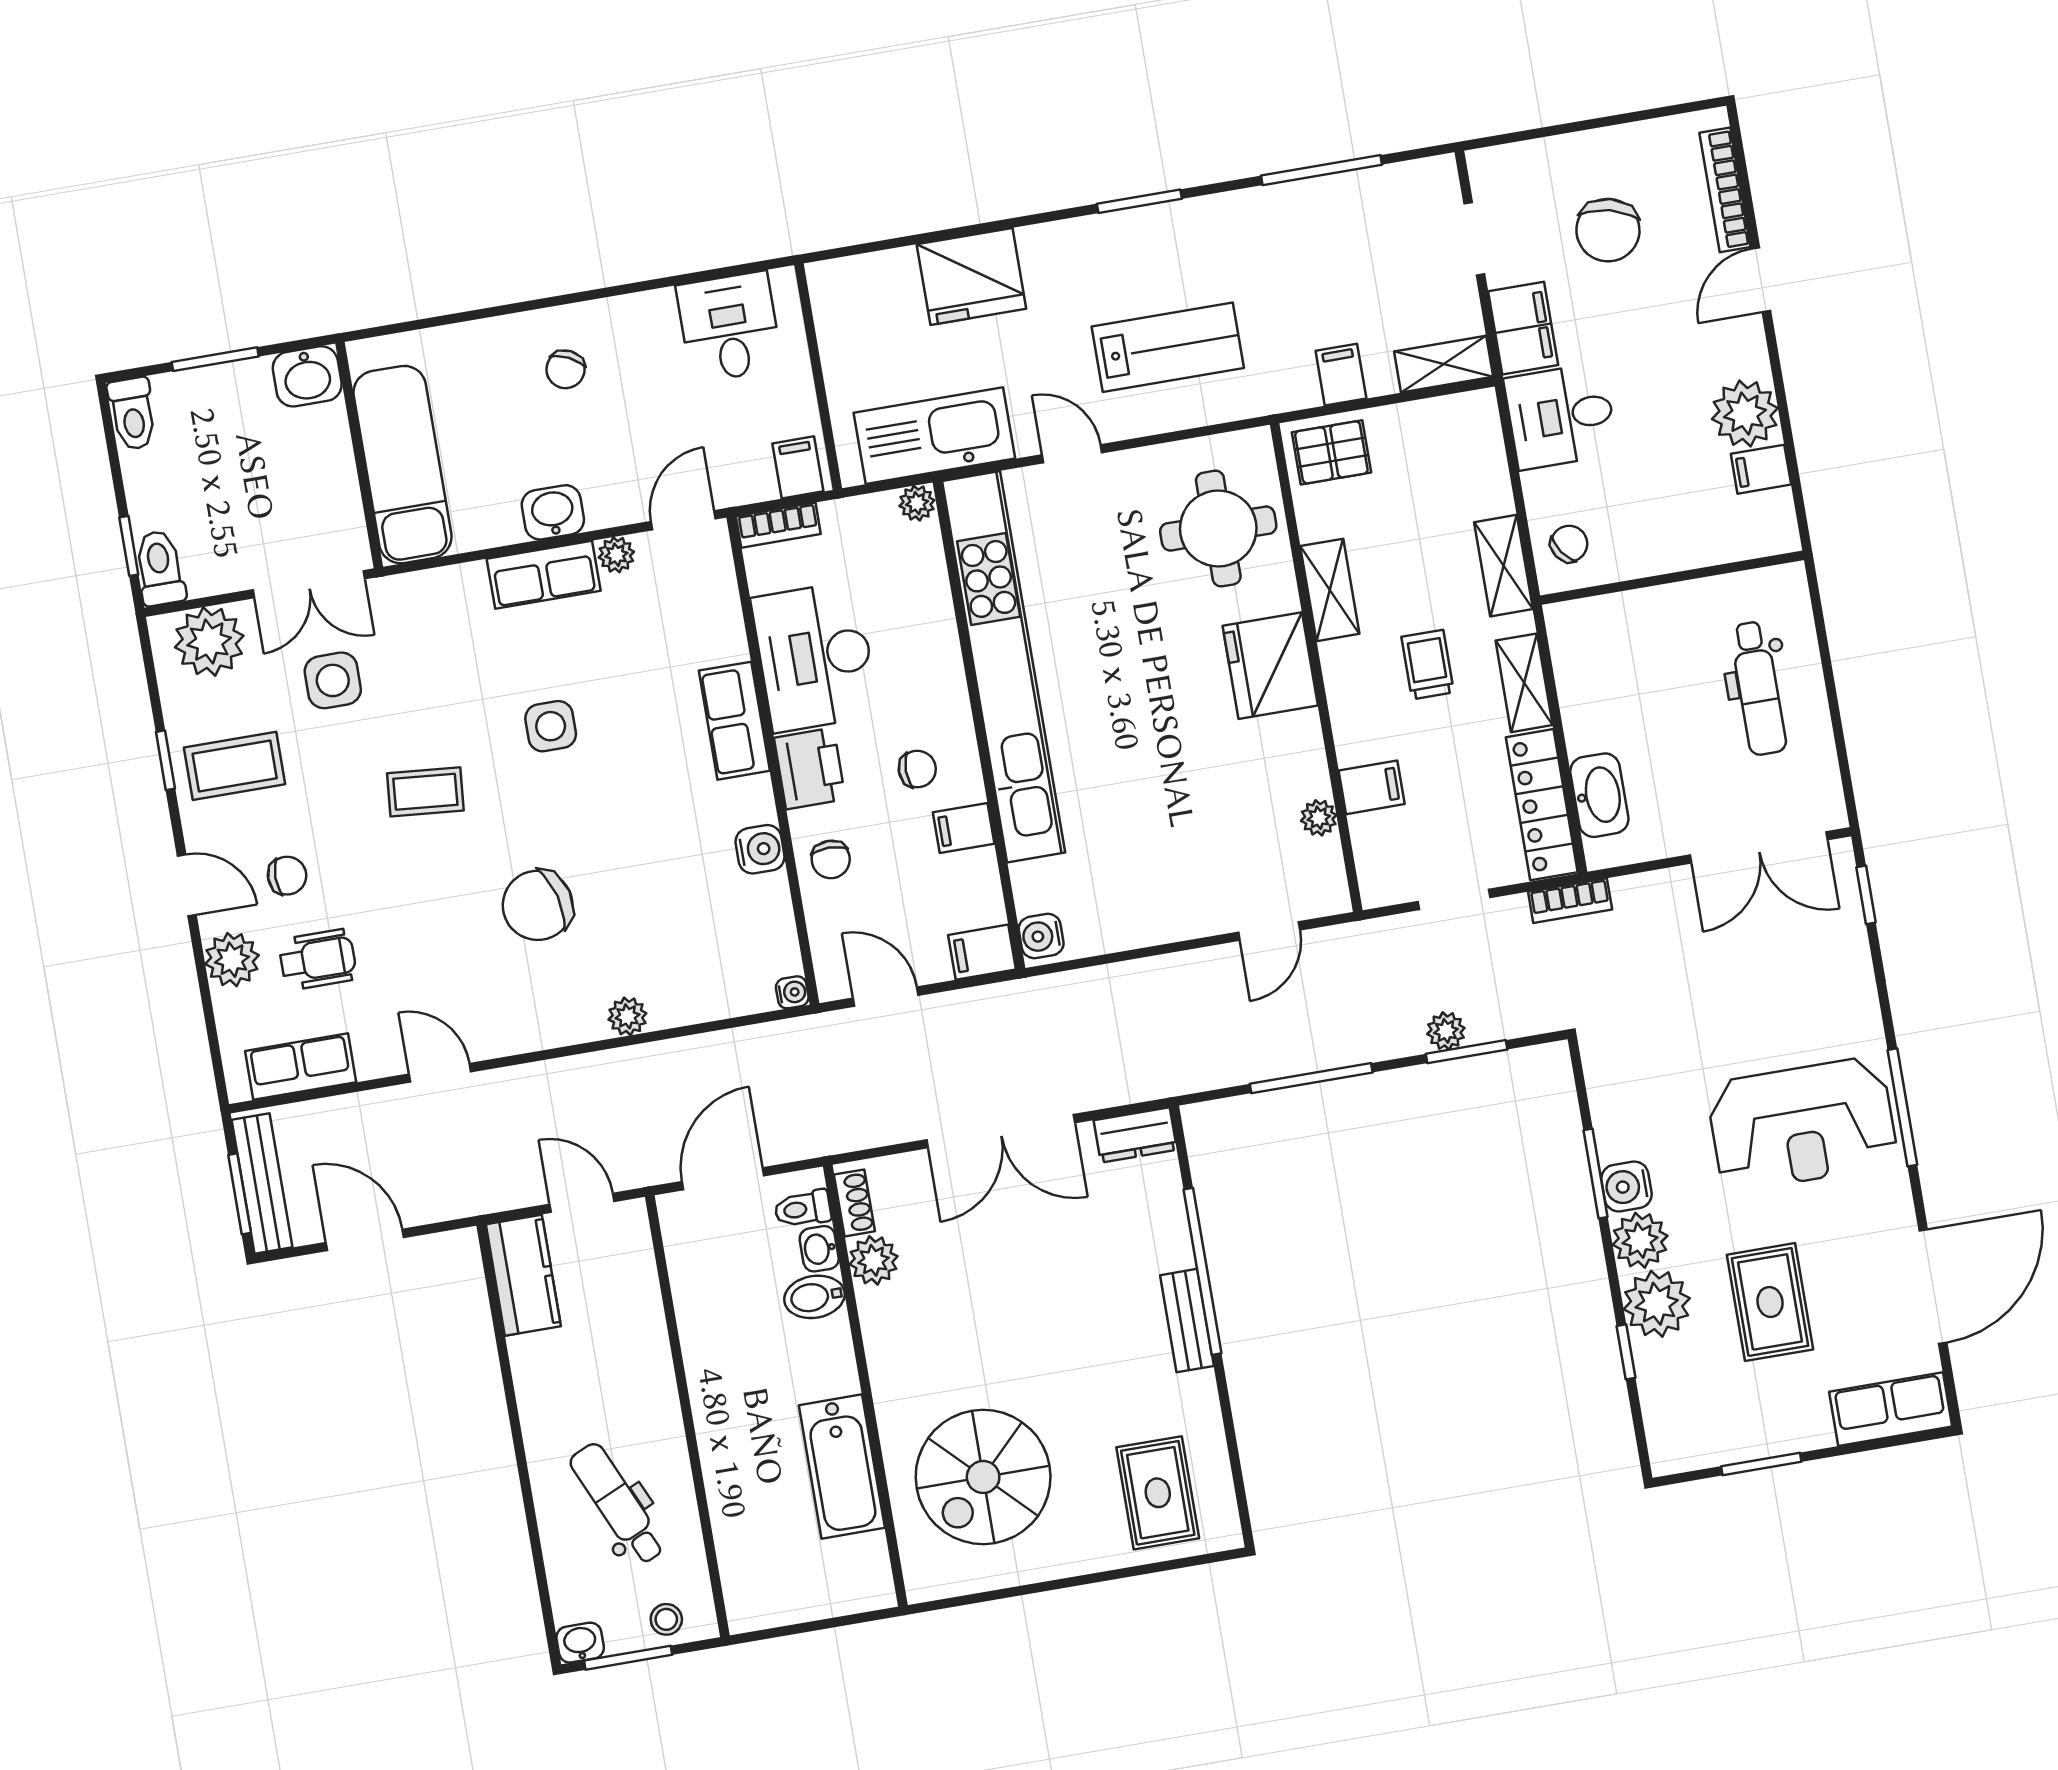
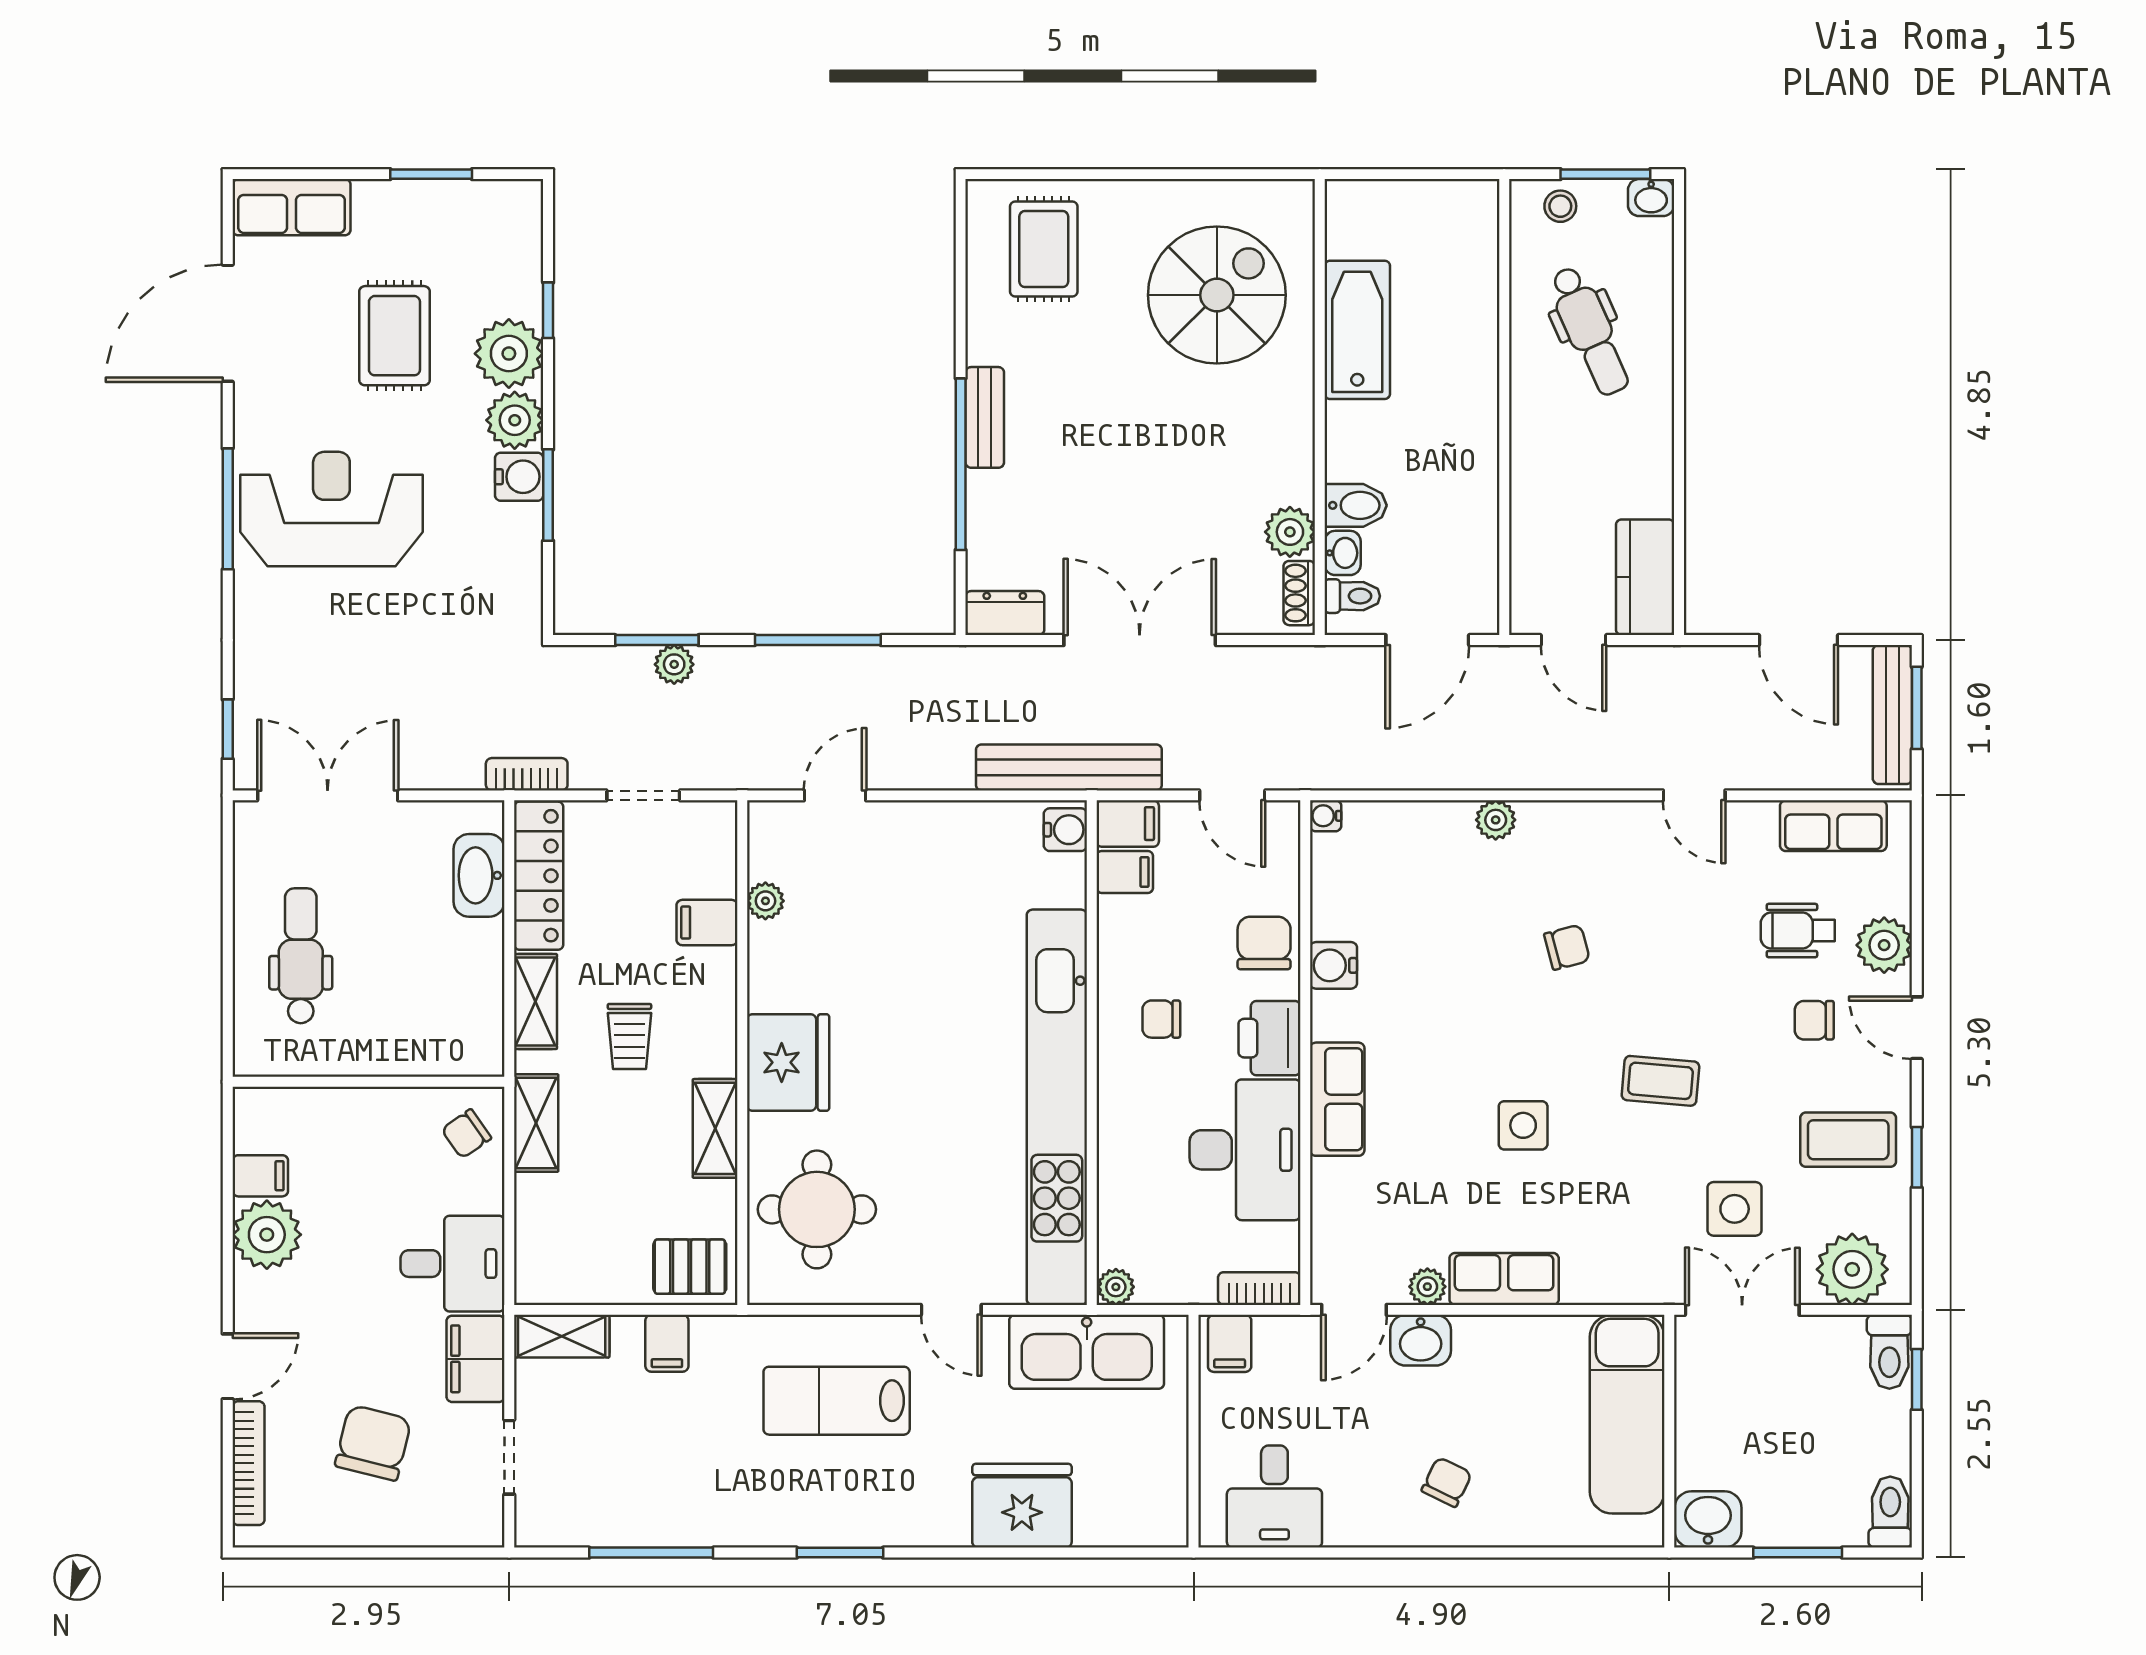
washbasin: (553, 512) -> (1421, 1340), moved
filing cabinet: (964, 828) -> (1125, 872), moved
chair: (831, 859) -> (1264, 943), width x1.37, depth x1.37
chair: (538, 905) -> (1567, 947), width x0.54, depth x0.54
bench: (1048, 997) -> (1069, 767), added

